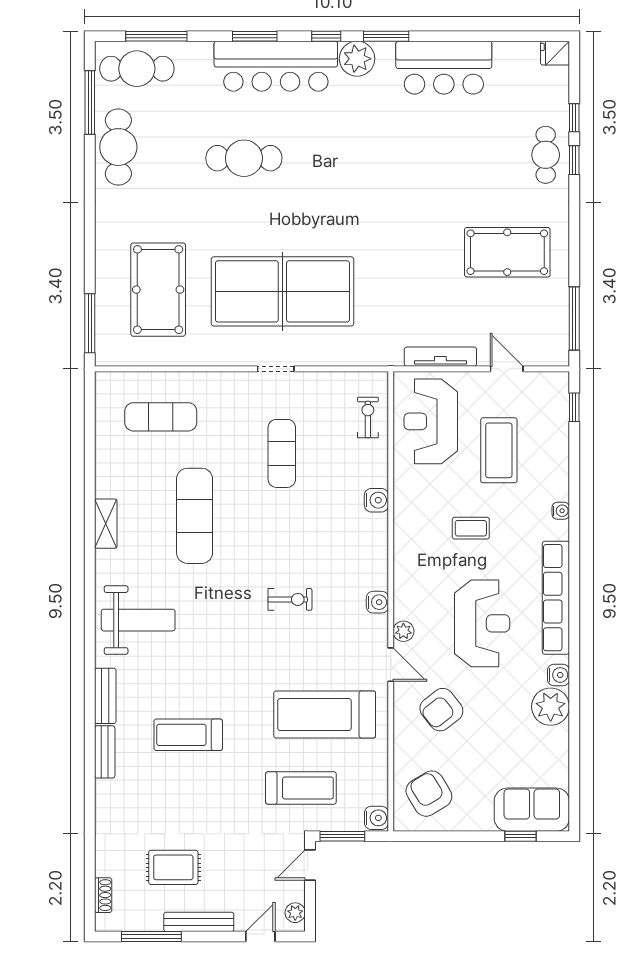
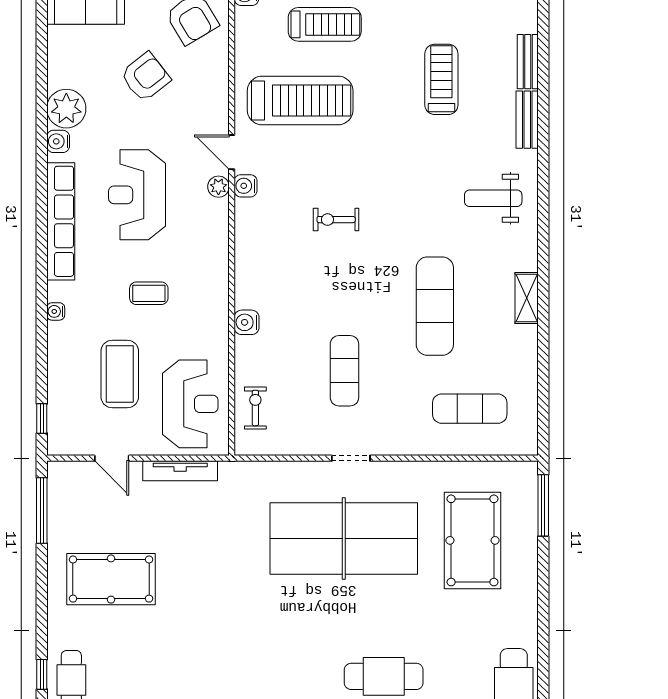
exercise bike: (368, 417) -> (255, 408), turned 180
water cooler: (377, 602) -> (246, 186), moved
weight bench: (138, 620) -> (493, 198), width x0.73, depth x0.75
armchair: (441, 710) -> (145, 77), moved
treadmill: (188, 735) -> (441, 79), turned -90
treadmill: (301, 788) -> (325, 24), turned 180

